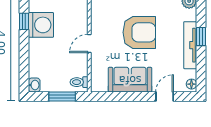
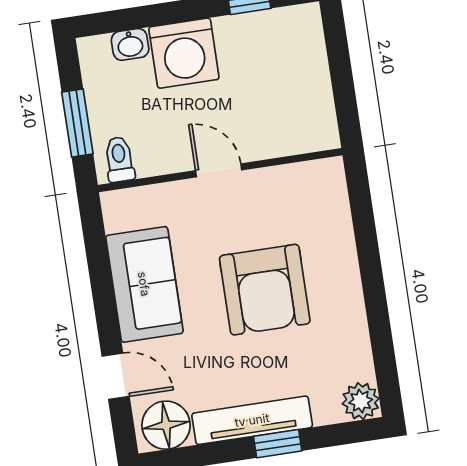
washing machine: (41, 25) -> (184, 53), moved
floor lamp: (191, 84) -> (166, 425), width x1.89, depth x1.89
washbasin: (34, 85) -> (130, 44), moved

